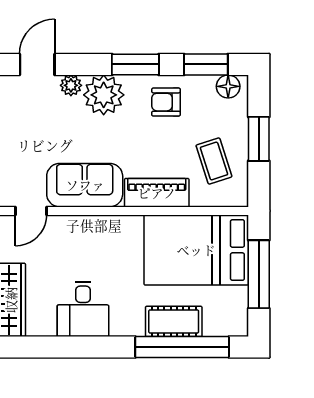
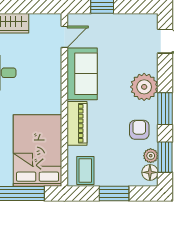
plant: (71, 85) -> (151, 156), moved
coffee table: (214, 161) -> (85, 171), moved, turned -72
door: (31, 211) -> (64, 37), swing flipped

